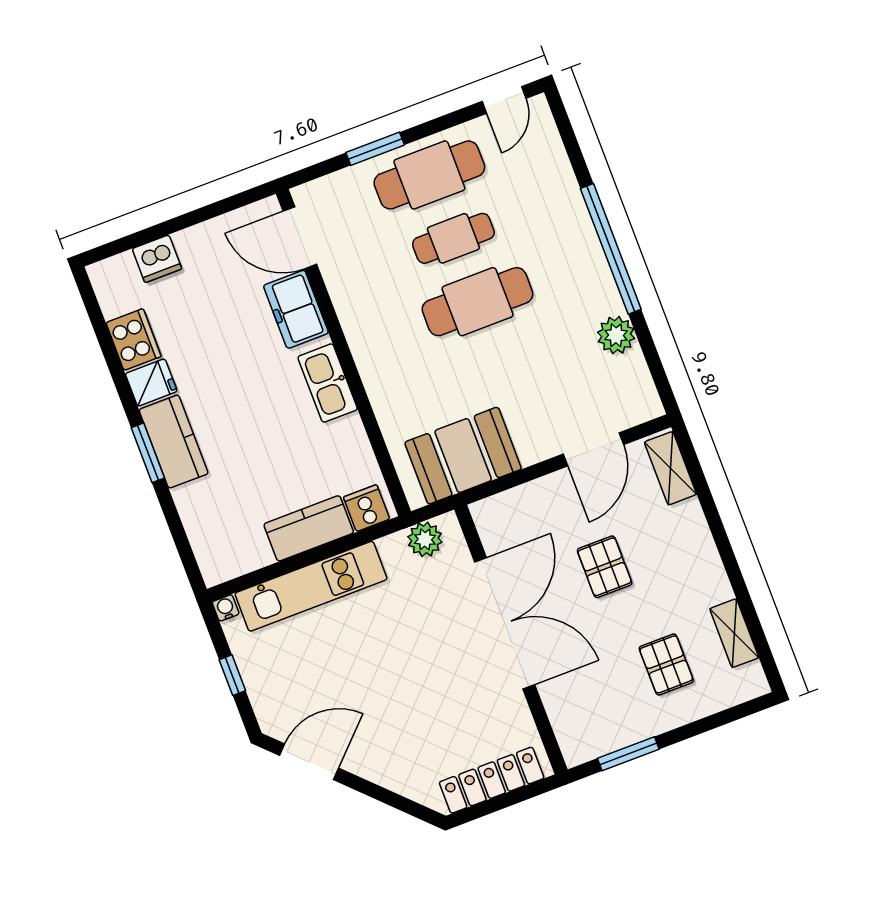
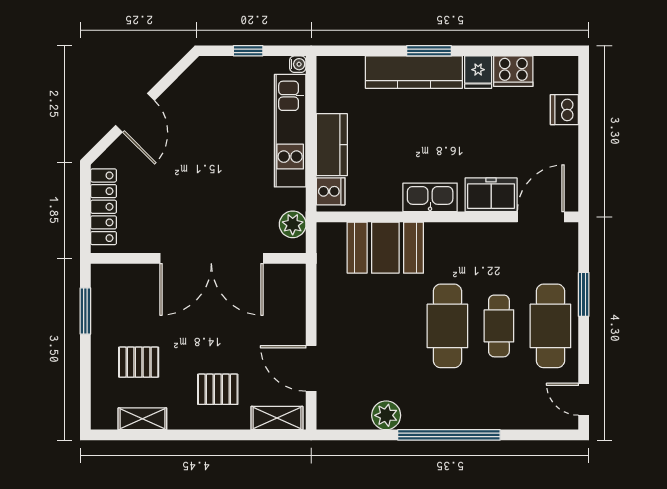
kitchen counter: (174, 441) -> (414, 72), width x1.50
booth: (463, 456) -> (385, 248), moved, turned 90
pallet: (605, 567) -> (218, 389), moved
door: (309, 762) -> (135, 113), moved

